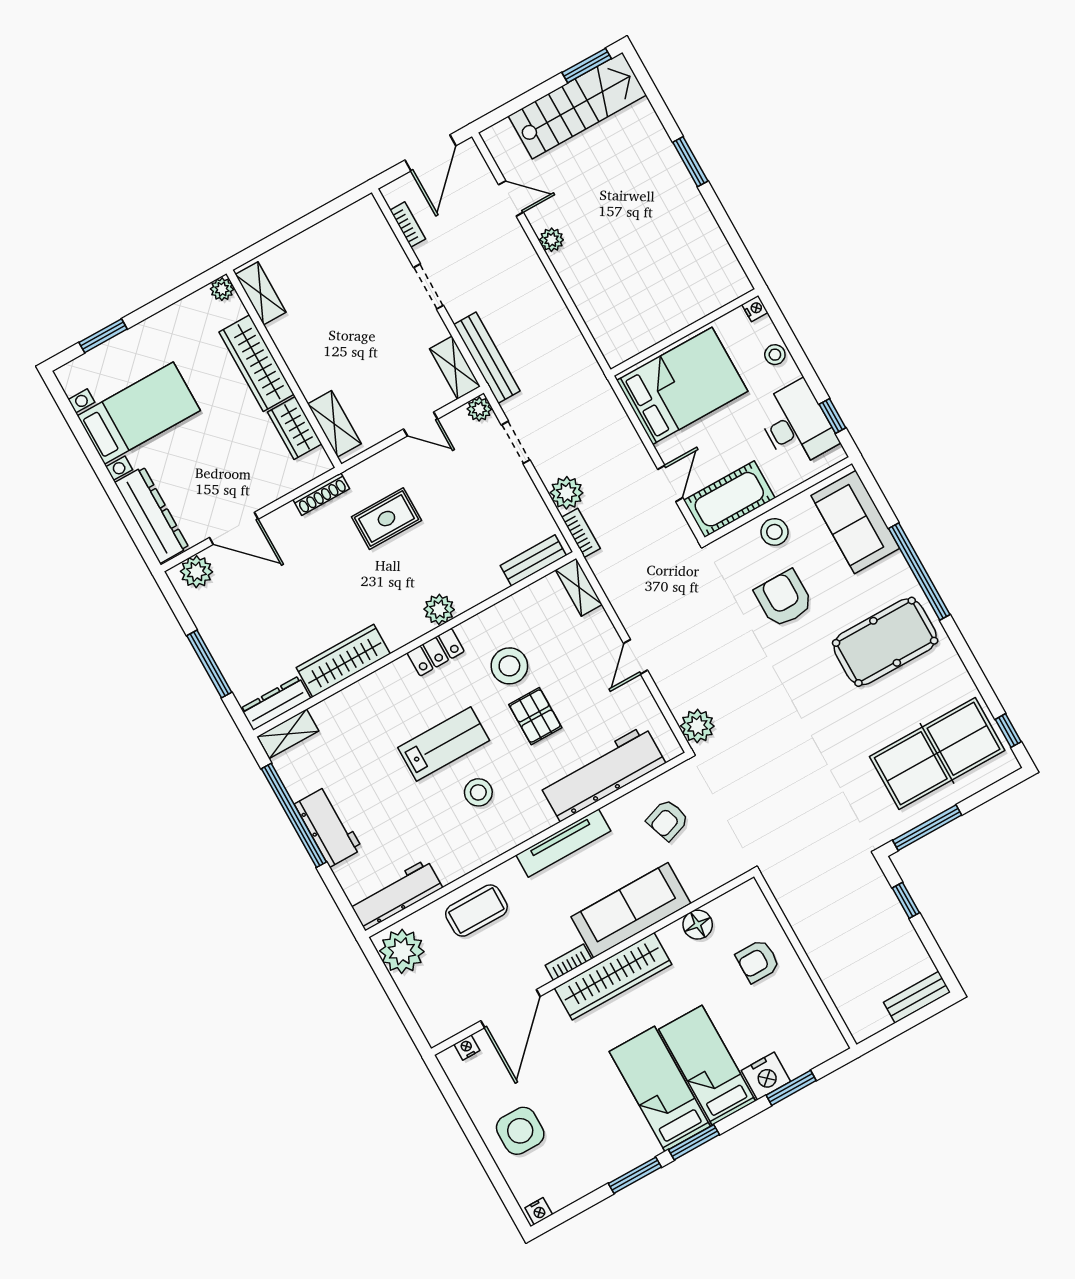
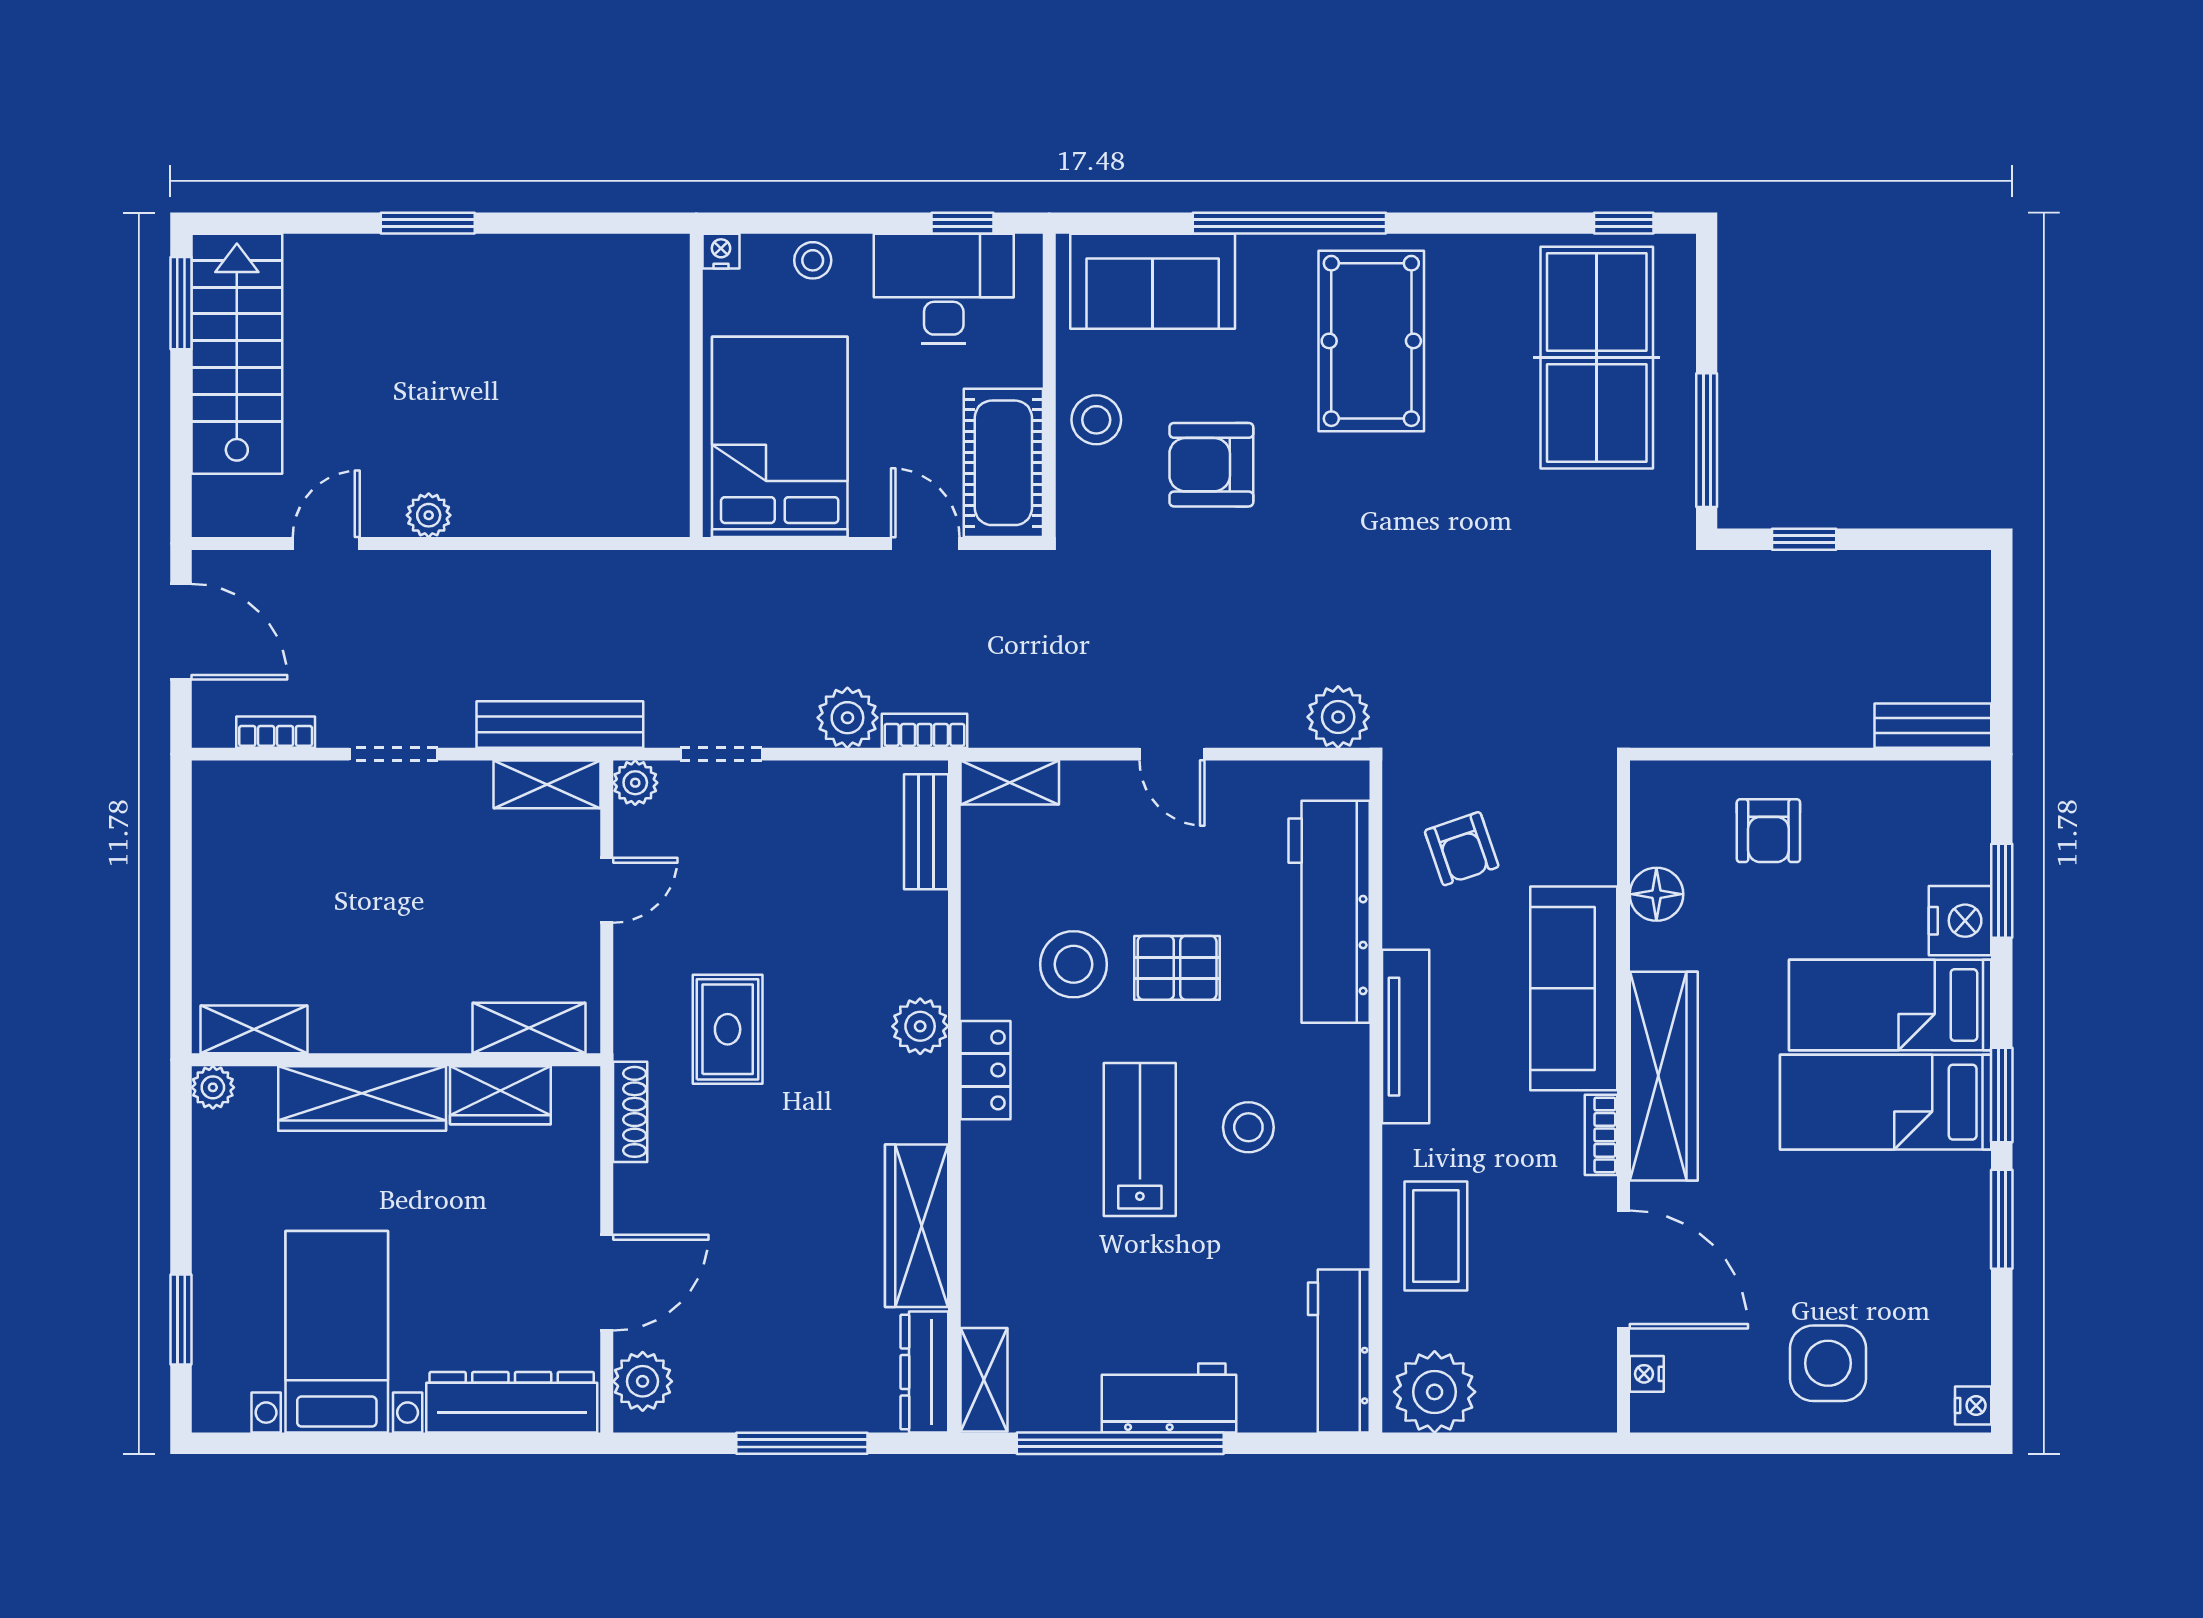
bench: (917, 997) -> (1933, 726), moved, turned 90

